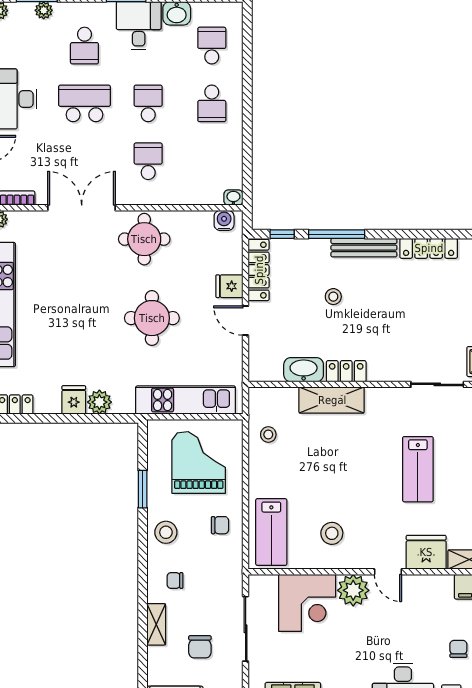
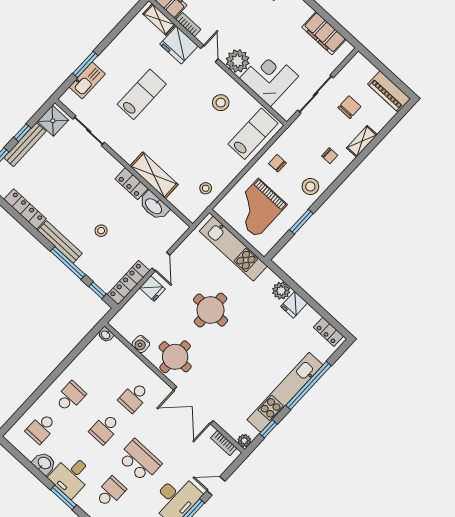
school desk: (84, 103) -> (139, 461), turned 180
water cooler: (224, 220) -> (141, 344), moved
bookcase: (436, 581) -> (188, 25), added

